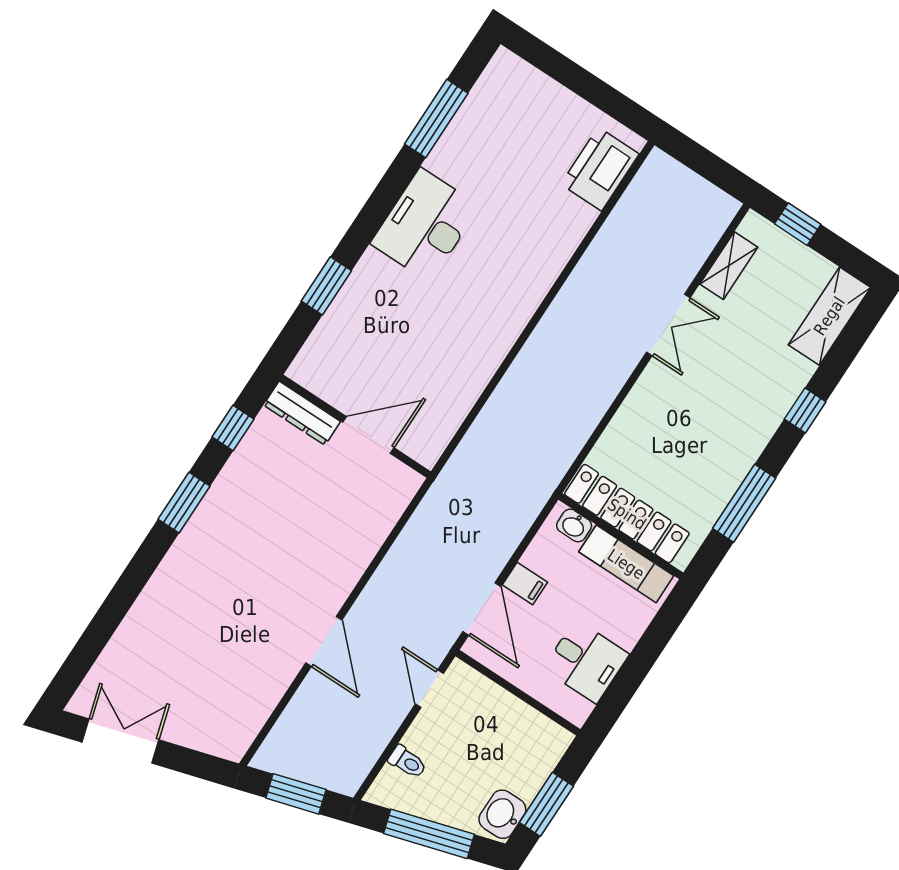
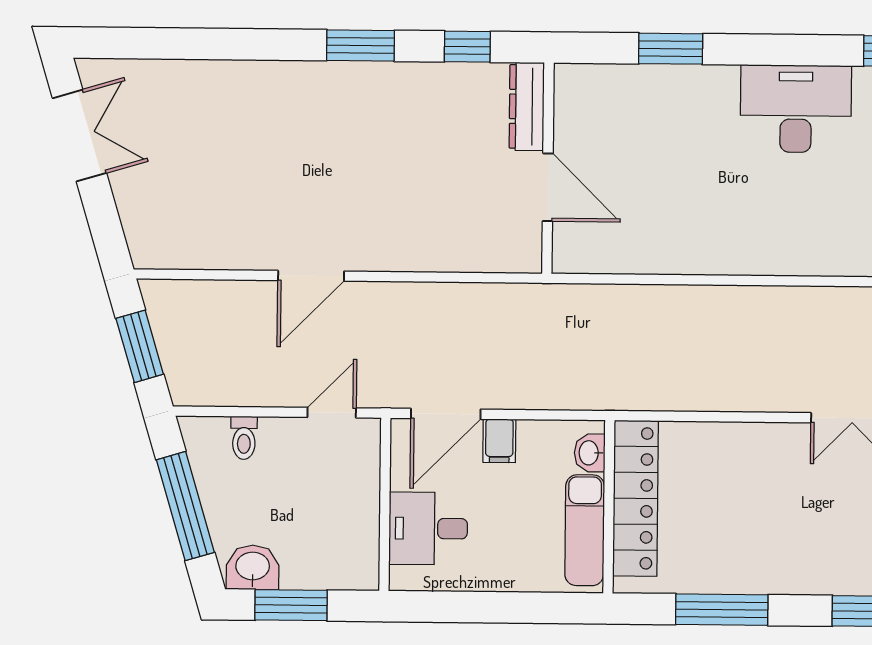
desk: (586, 661) -> (428, 528), moved, turned 90

